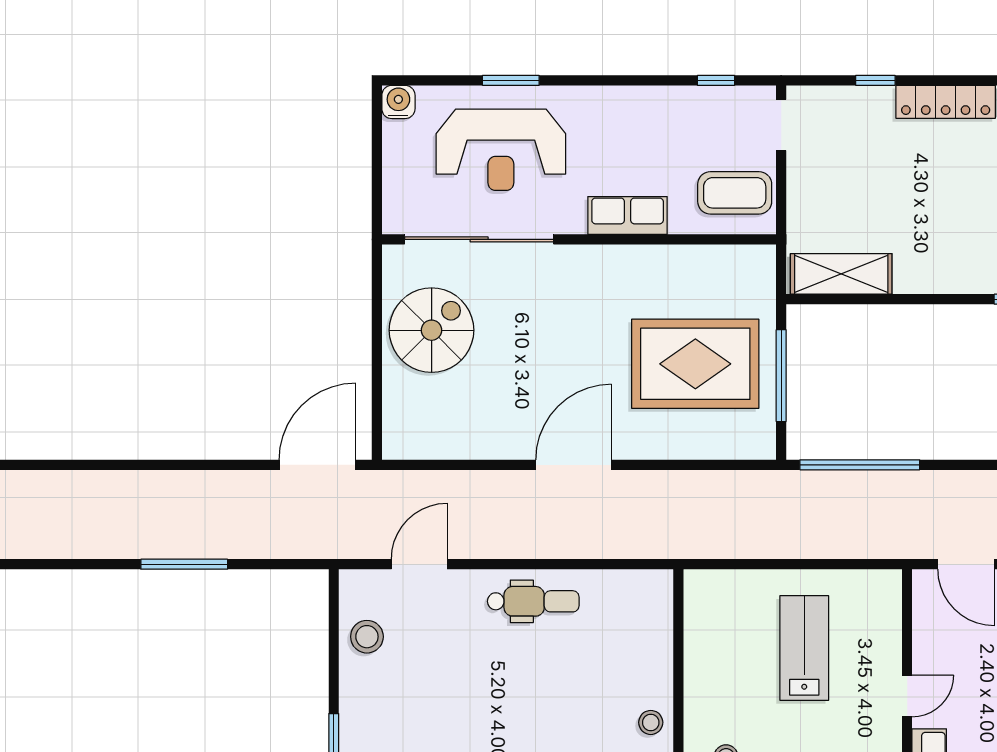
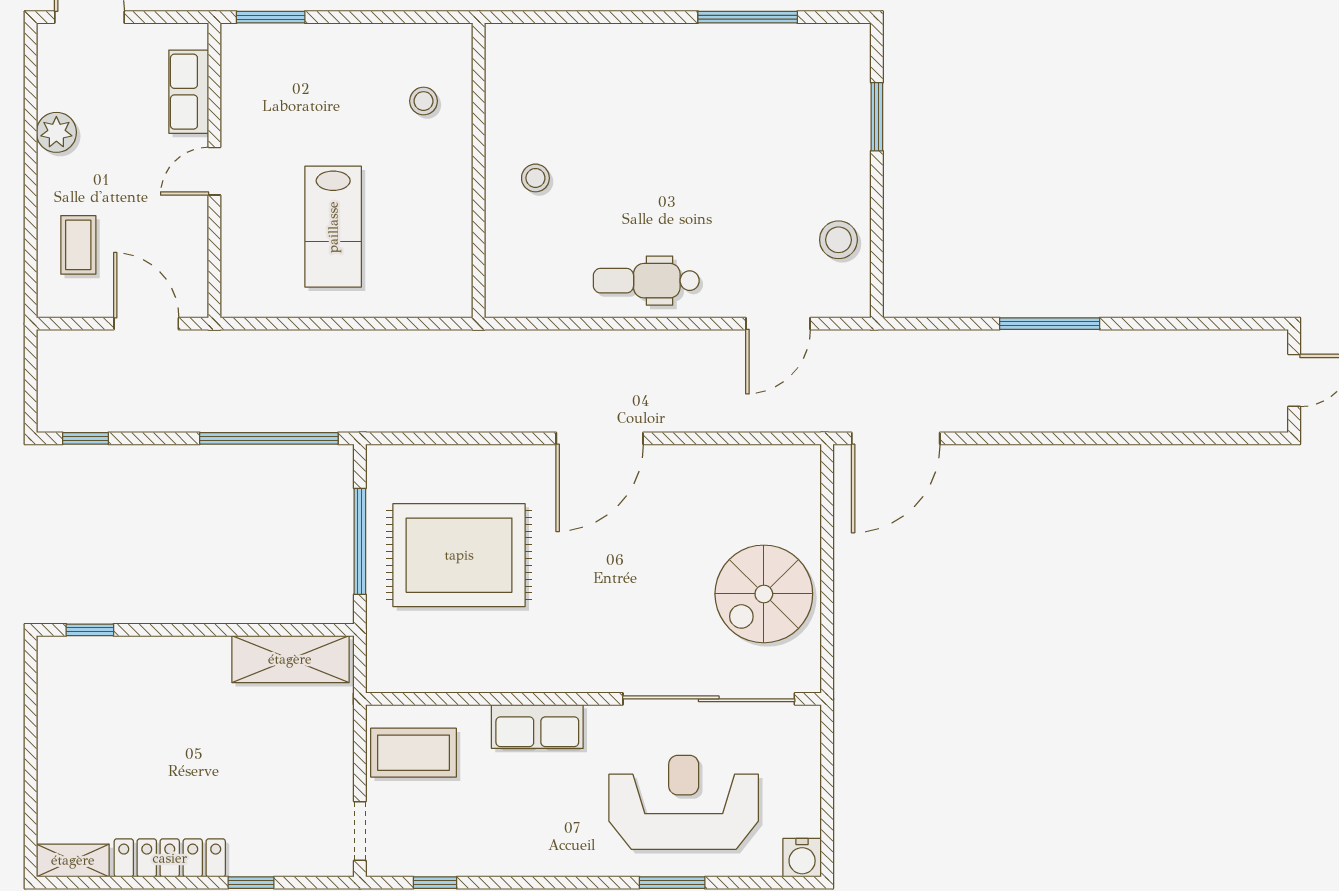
stool: (651, 722) -> (535, 178), moved

